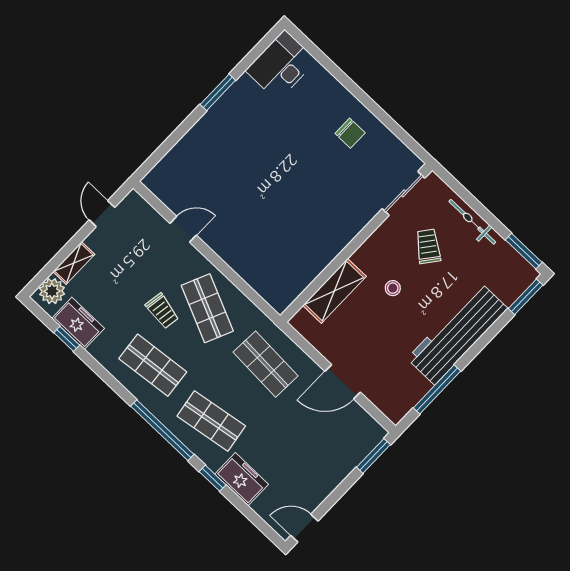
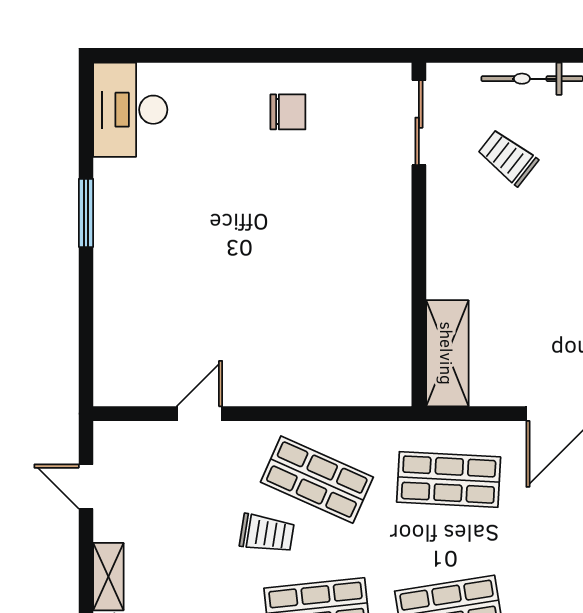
stool: (393, 288) -> (513, 247), removed
shelving: (334, 291) -> (447, 353), moved

